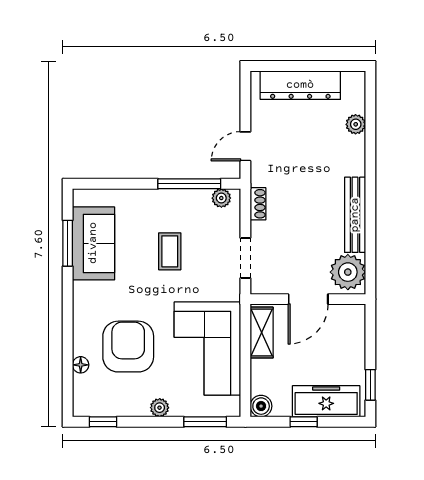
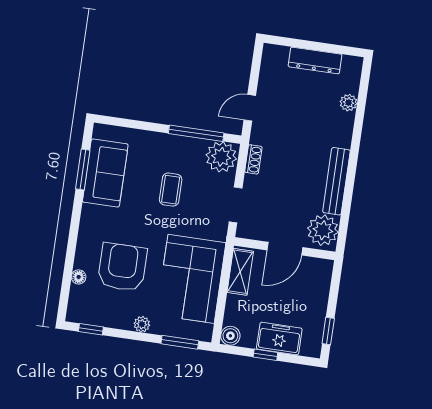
dresser: (300, 85) -> (315, 60), width x0.73, depth x0.80
plant: (221, 198) -> (221, 157), width x1.87, depth x1.87
freezer: (326, 401) -> (279, 339), width x0.71

